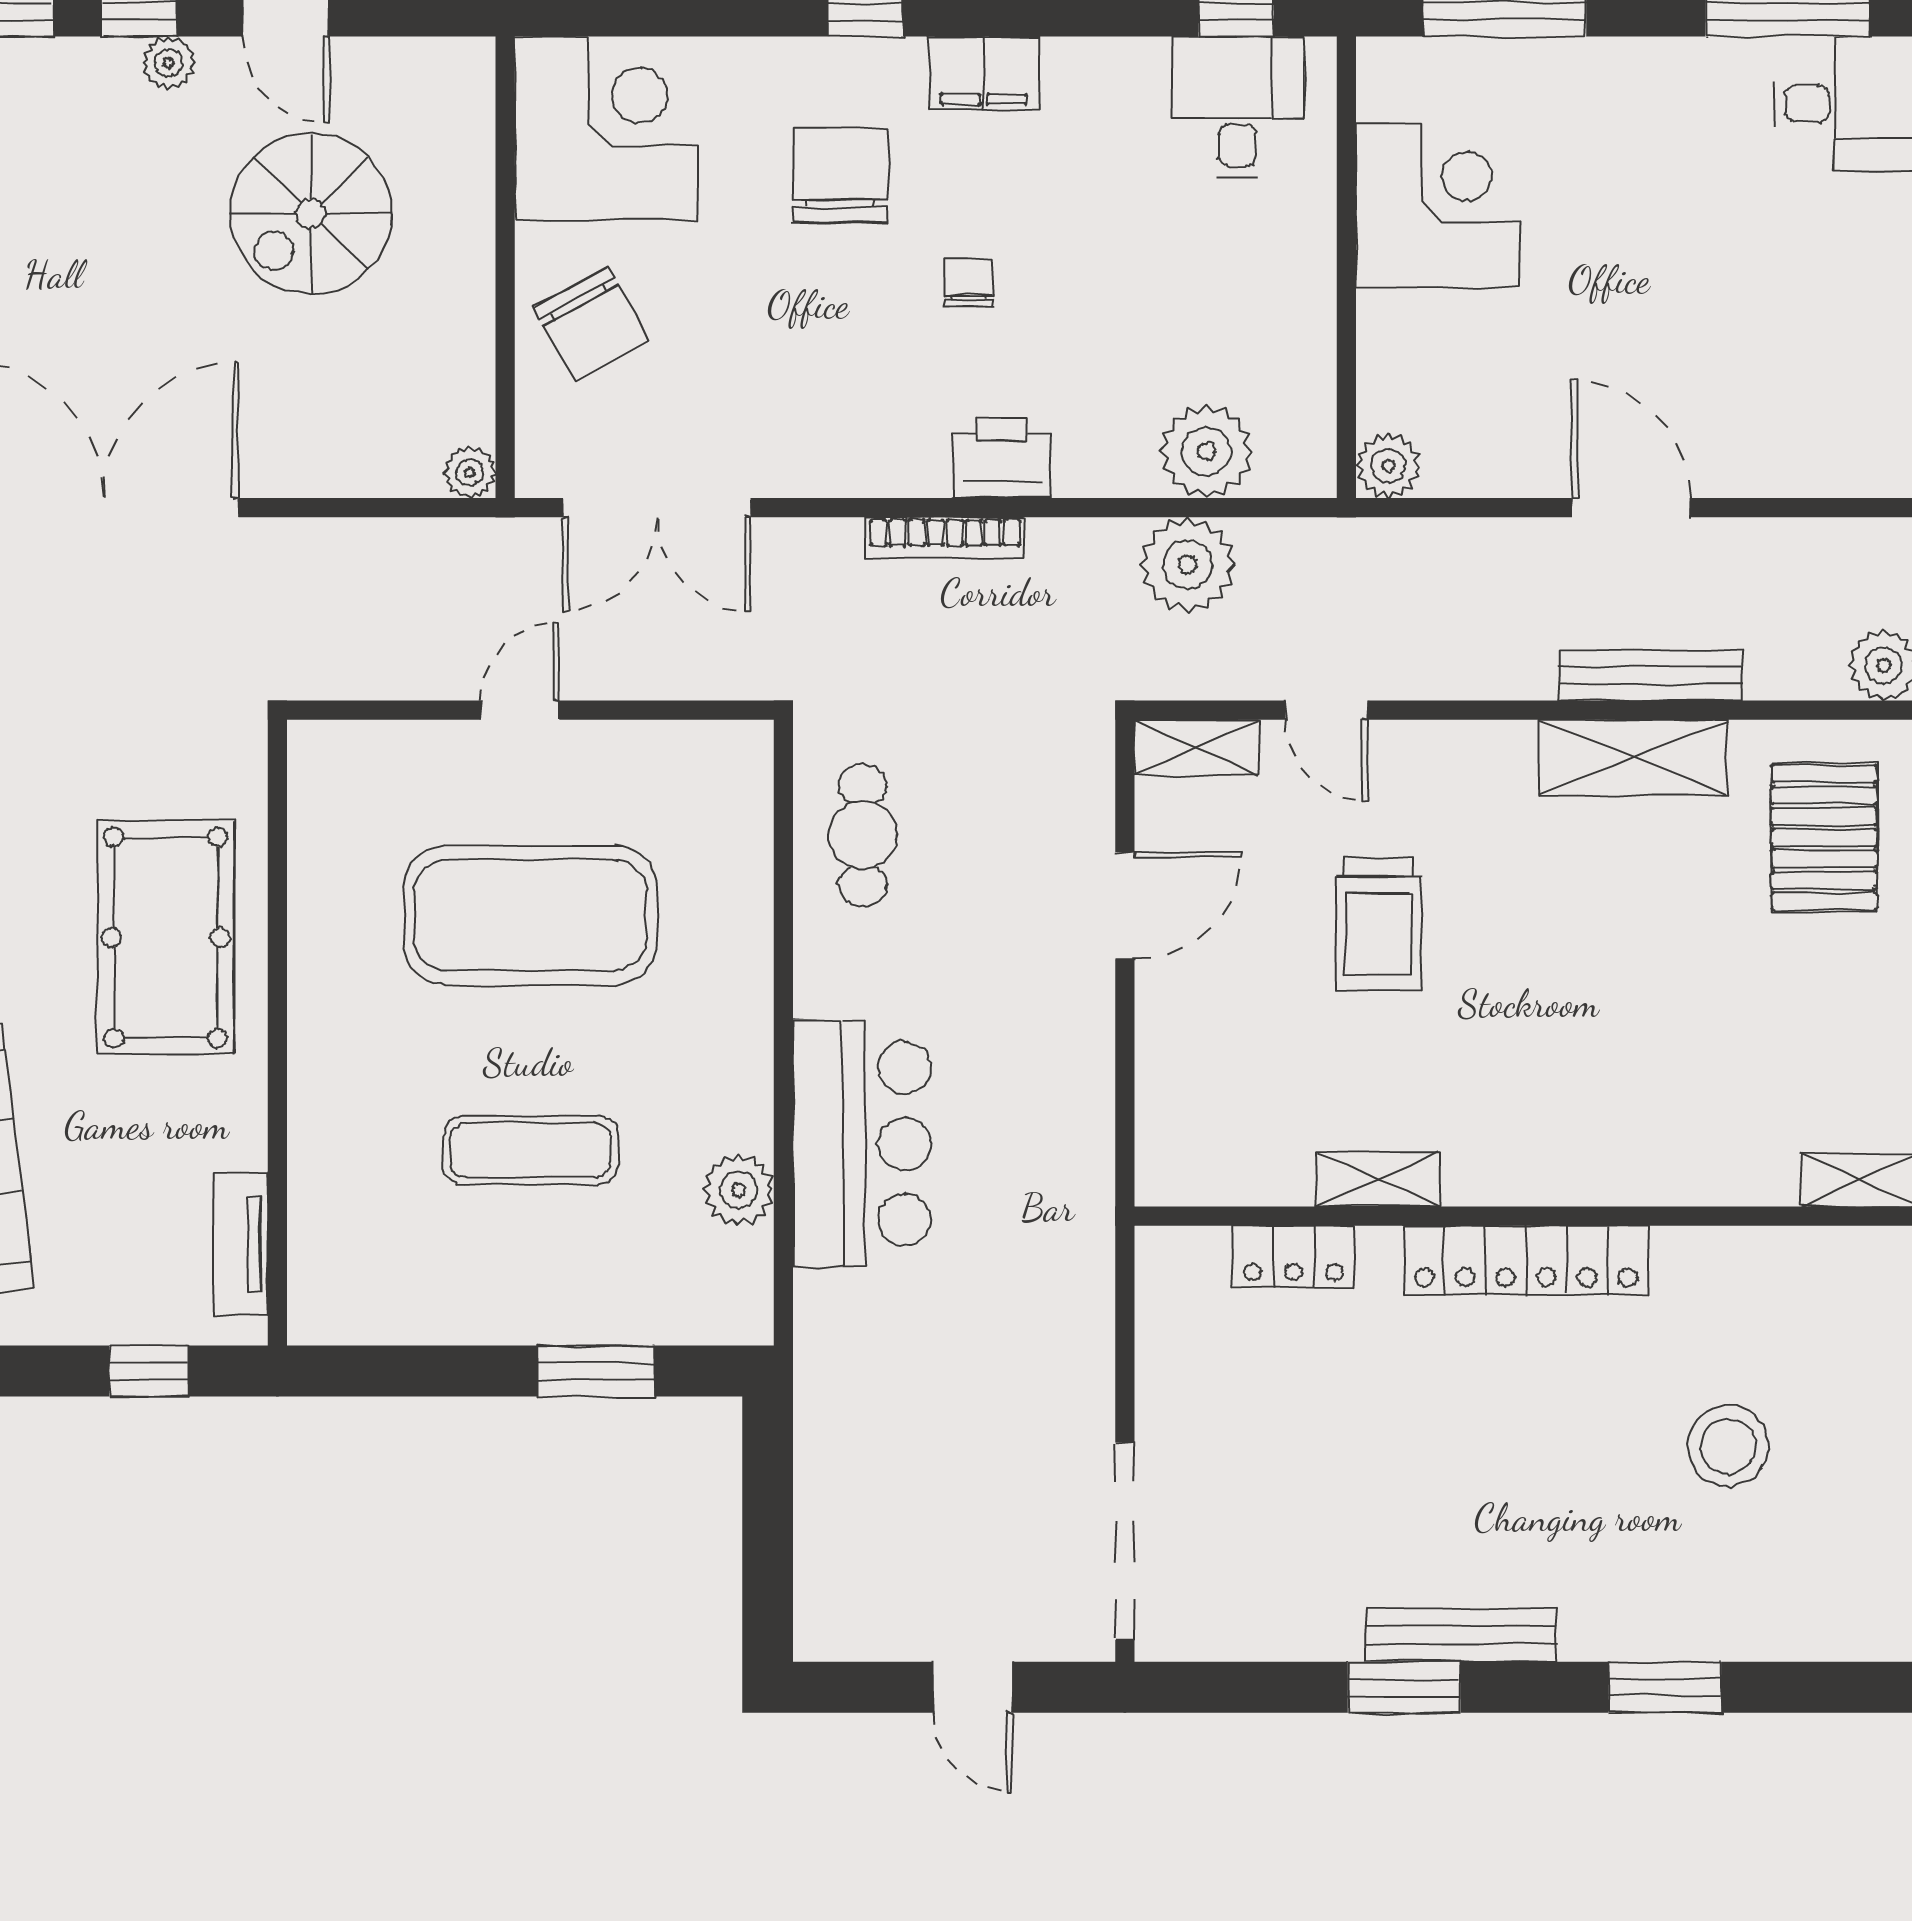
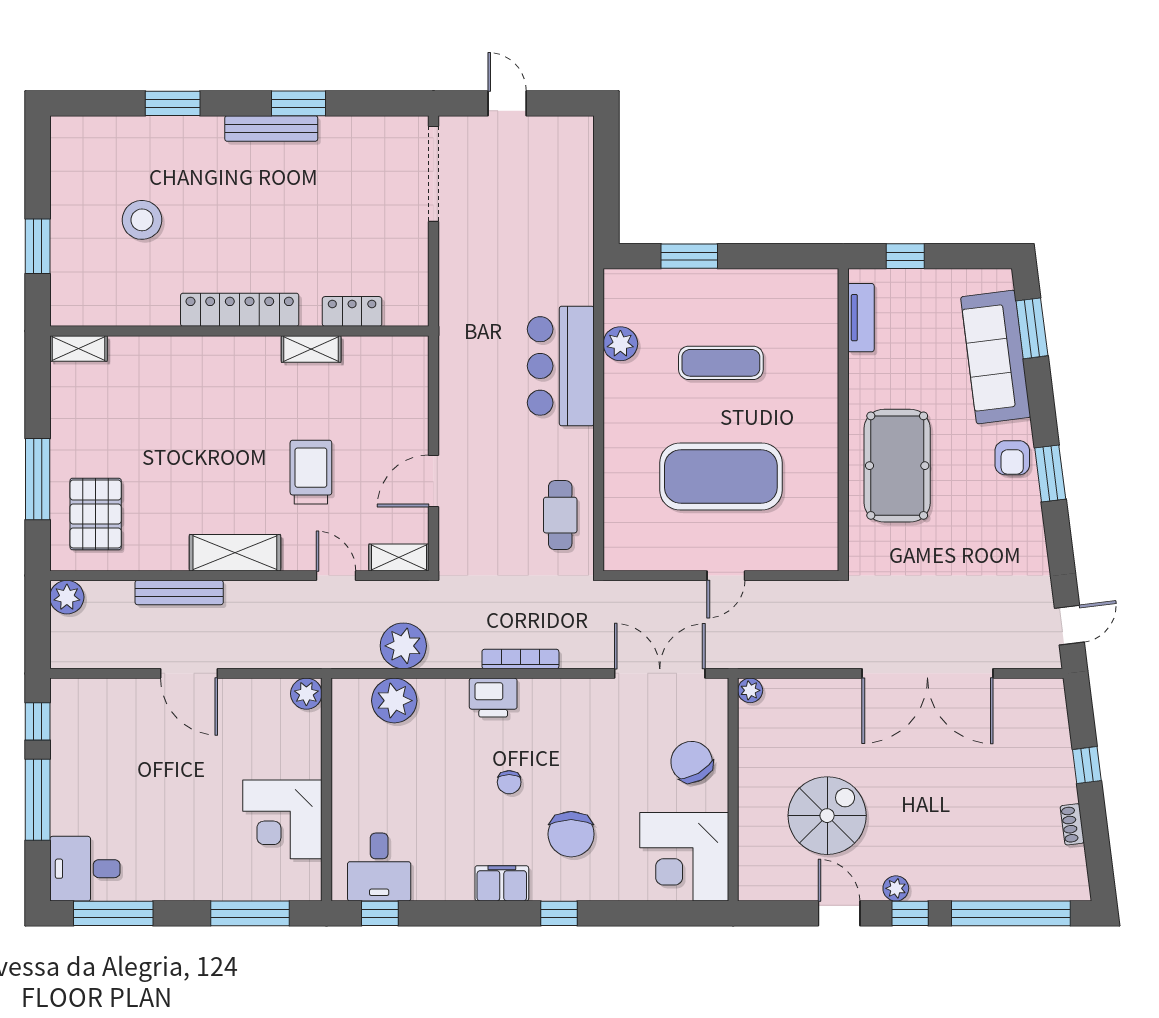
shelving: (1633, 757) -> (235, 553), moved

